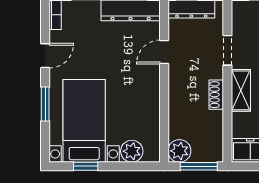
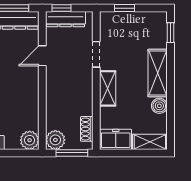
shoe rack: (216, 95) -> (87, 129), moved
plant: (132, 151) -> (30, 140), moved

